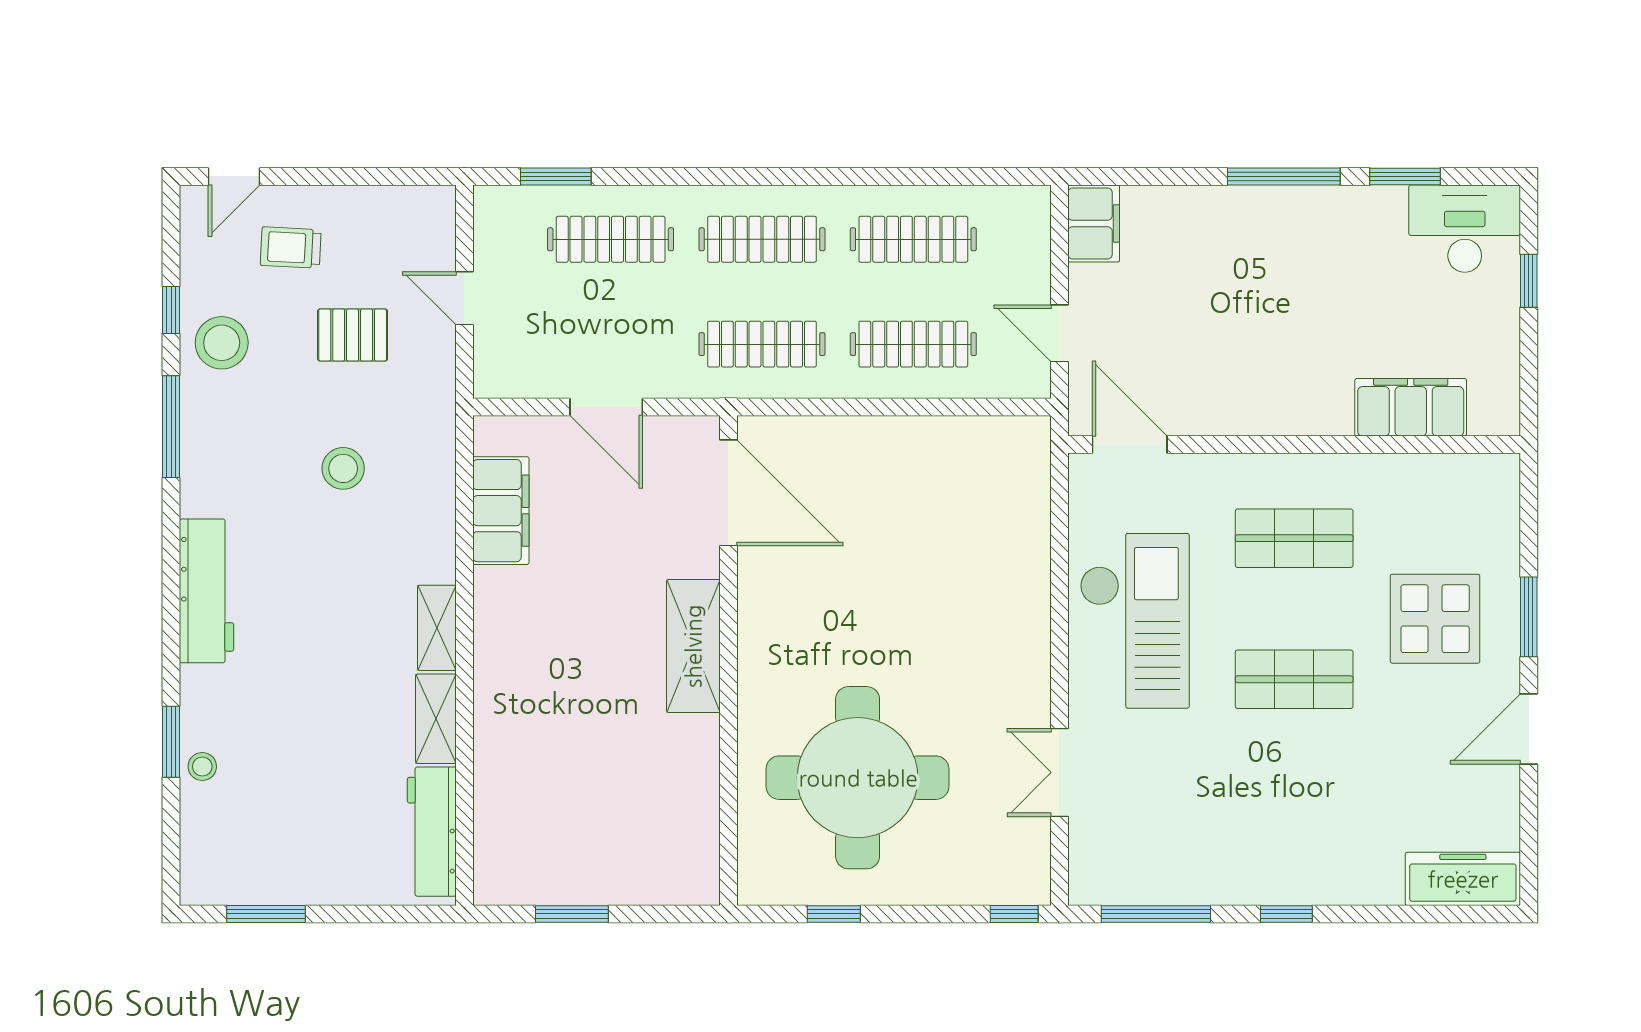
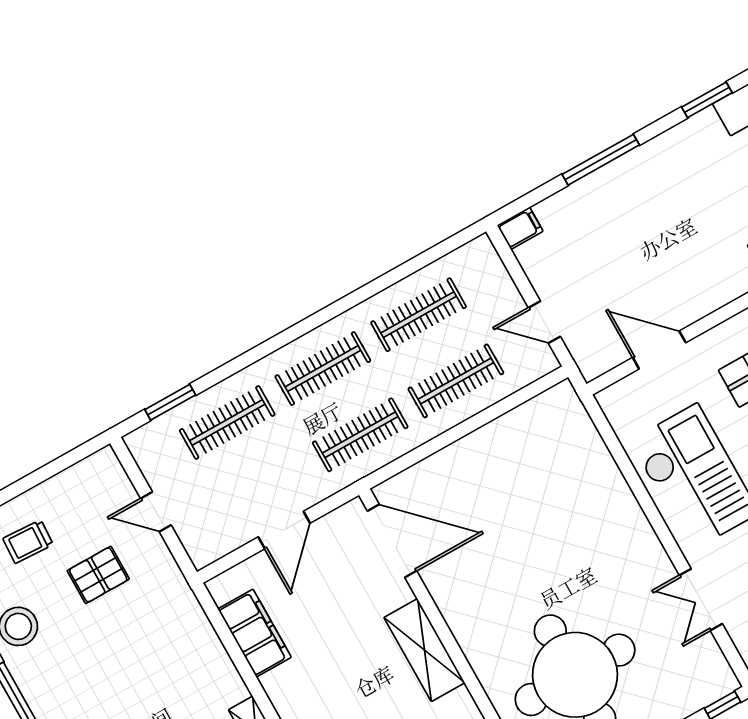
window: (1284, 176) -> (601, 160), moved
filing cabinet: (1094, 223) -> (520, 228), width x0.50
door: (606, 407) -> (284, 530), hinge flipped
door: (1130, 445) -> (659, 350), moved
stool: (343, 468) -> (140, 663), removed

